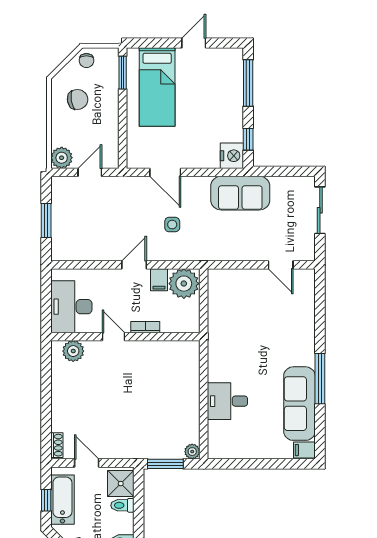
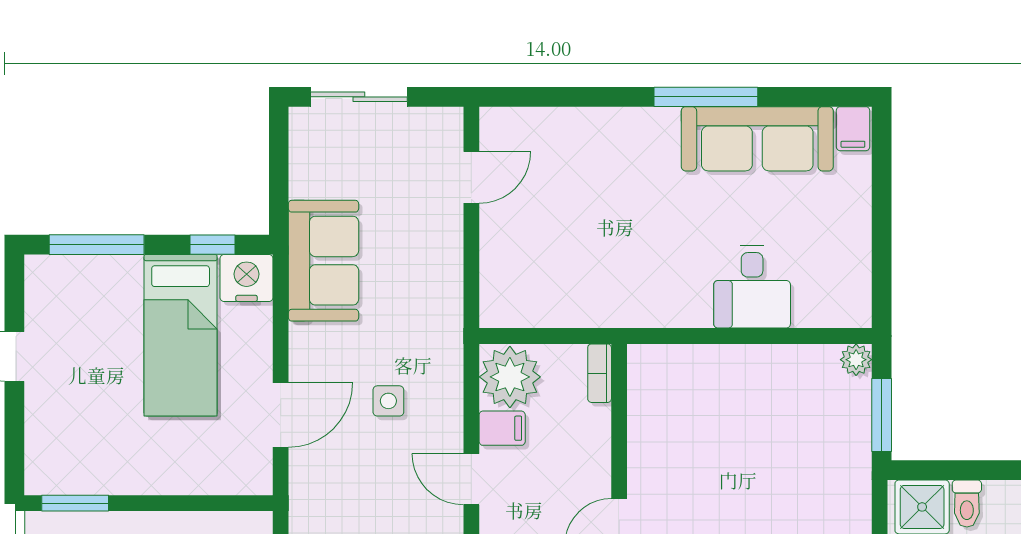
bed: (157, 87) -> (181, 335), moved, turned 90
bookcase: (145, 327) -> (600, 373), moved

